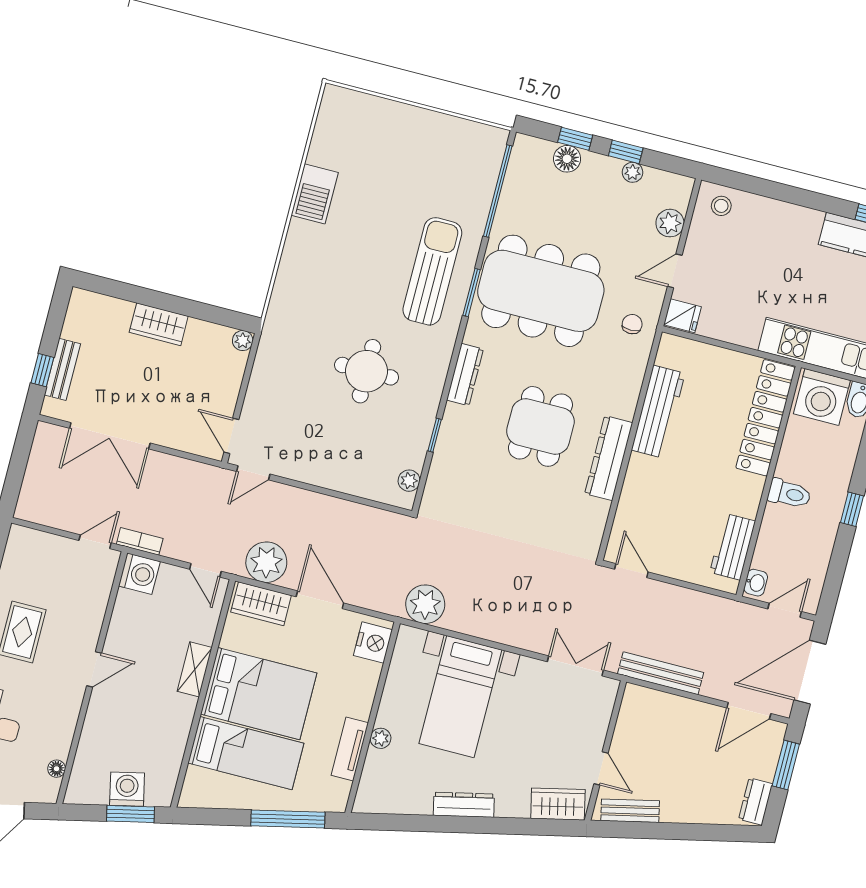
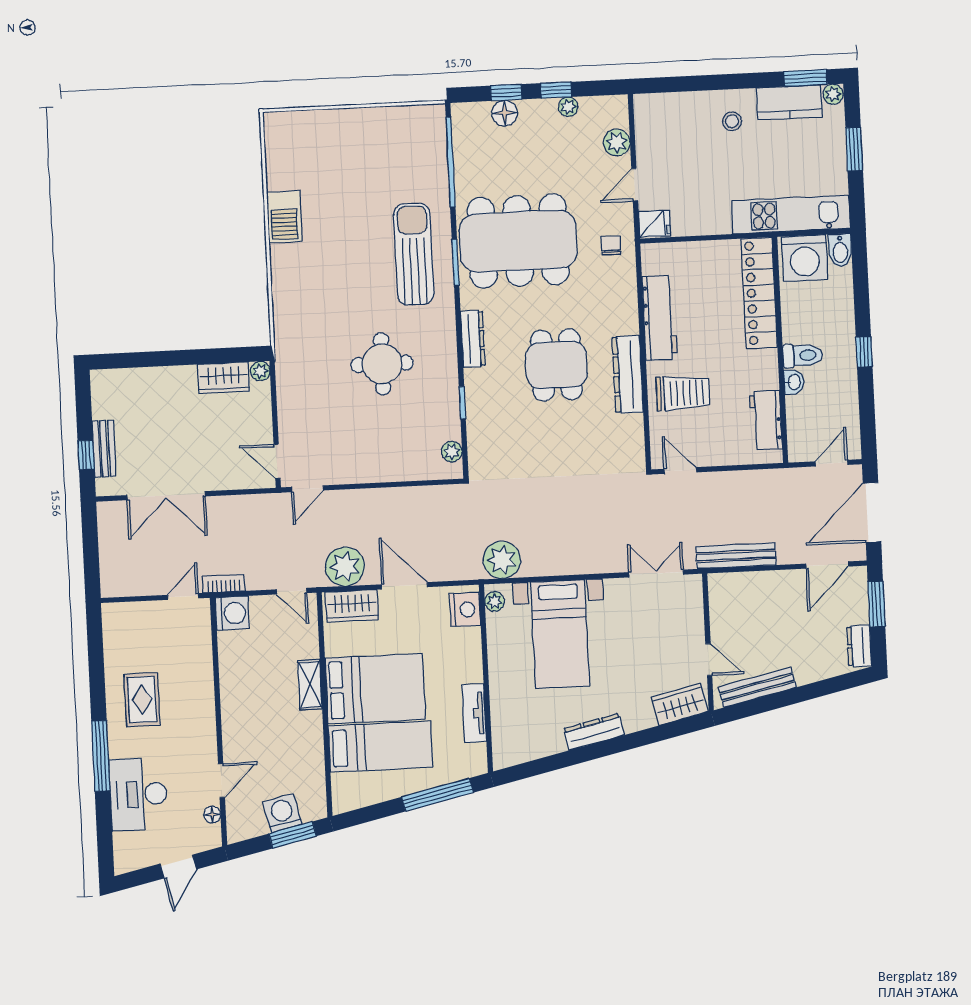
stool: (721, 206) -> (732, 121), moved
wardrobe: (159, 324) -> (224, 378), moved
trolley: (658, 494) -> (683, 393), added
washbasin: (756, 583) -> (794, 382), moved
door: (94, 669) -> (221, 781), moved
plant: (381, 738) -> (495, 601), moved
bench: (630, 811) -> (757, 687), width x1.36

